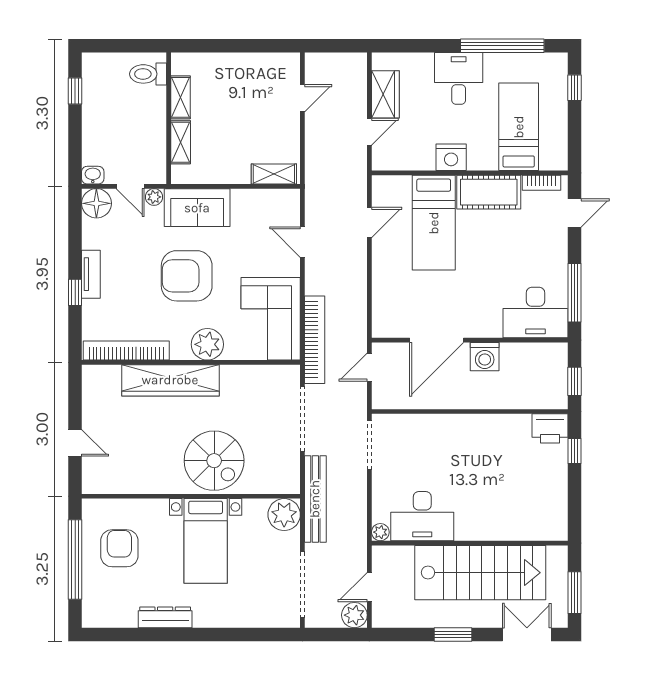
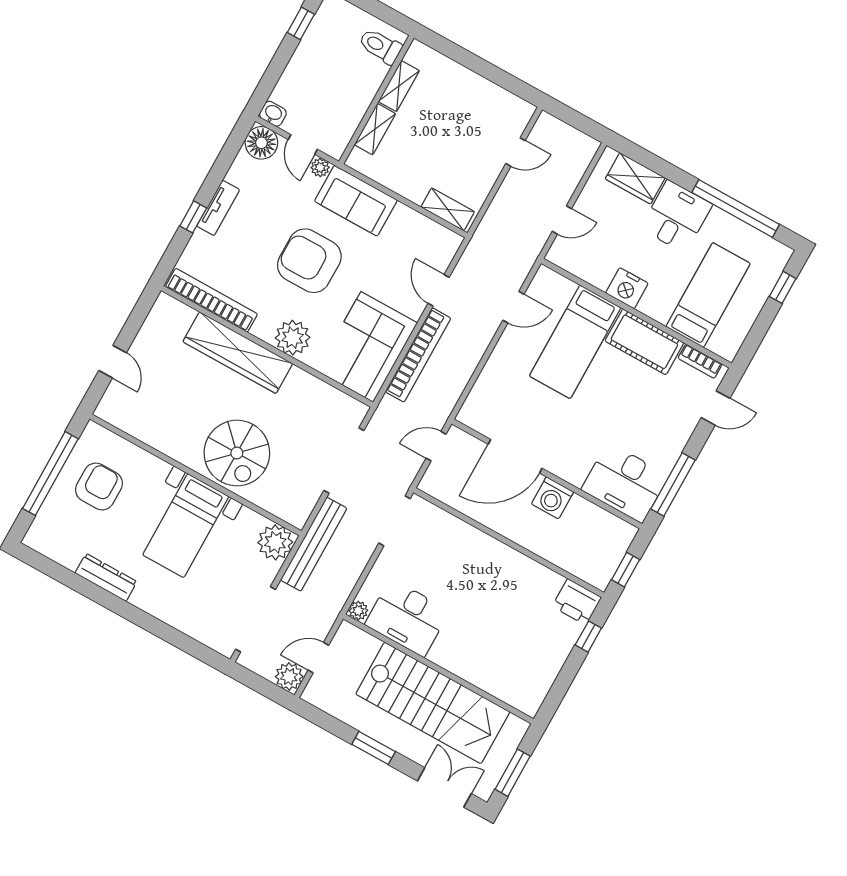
wardrobe: (385, 94) -> (635, 178), moved, turned 90
bookcase: (315, 340) -> (418, 355), moved

